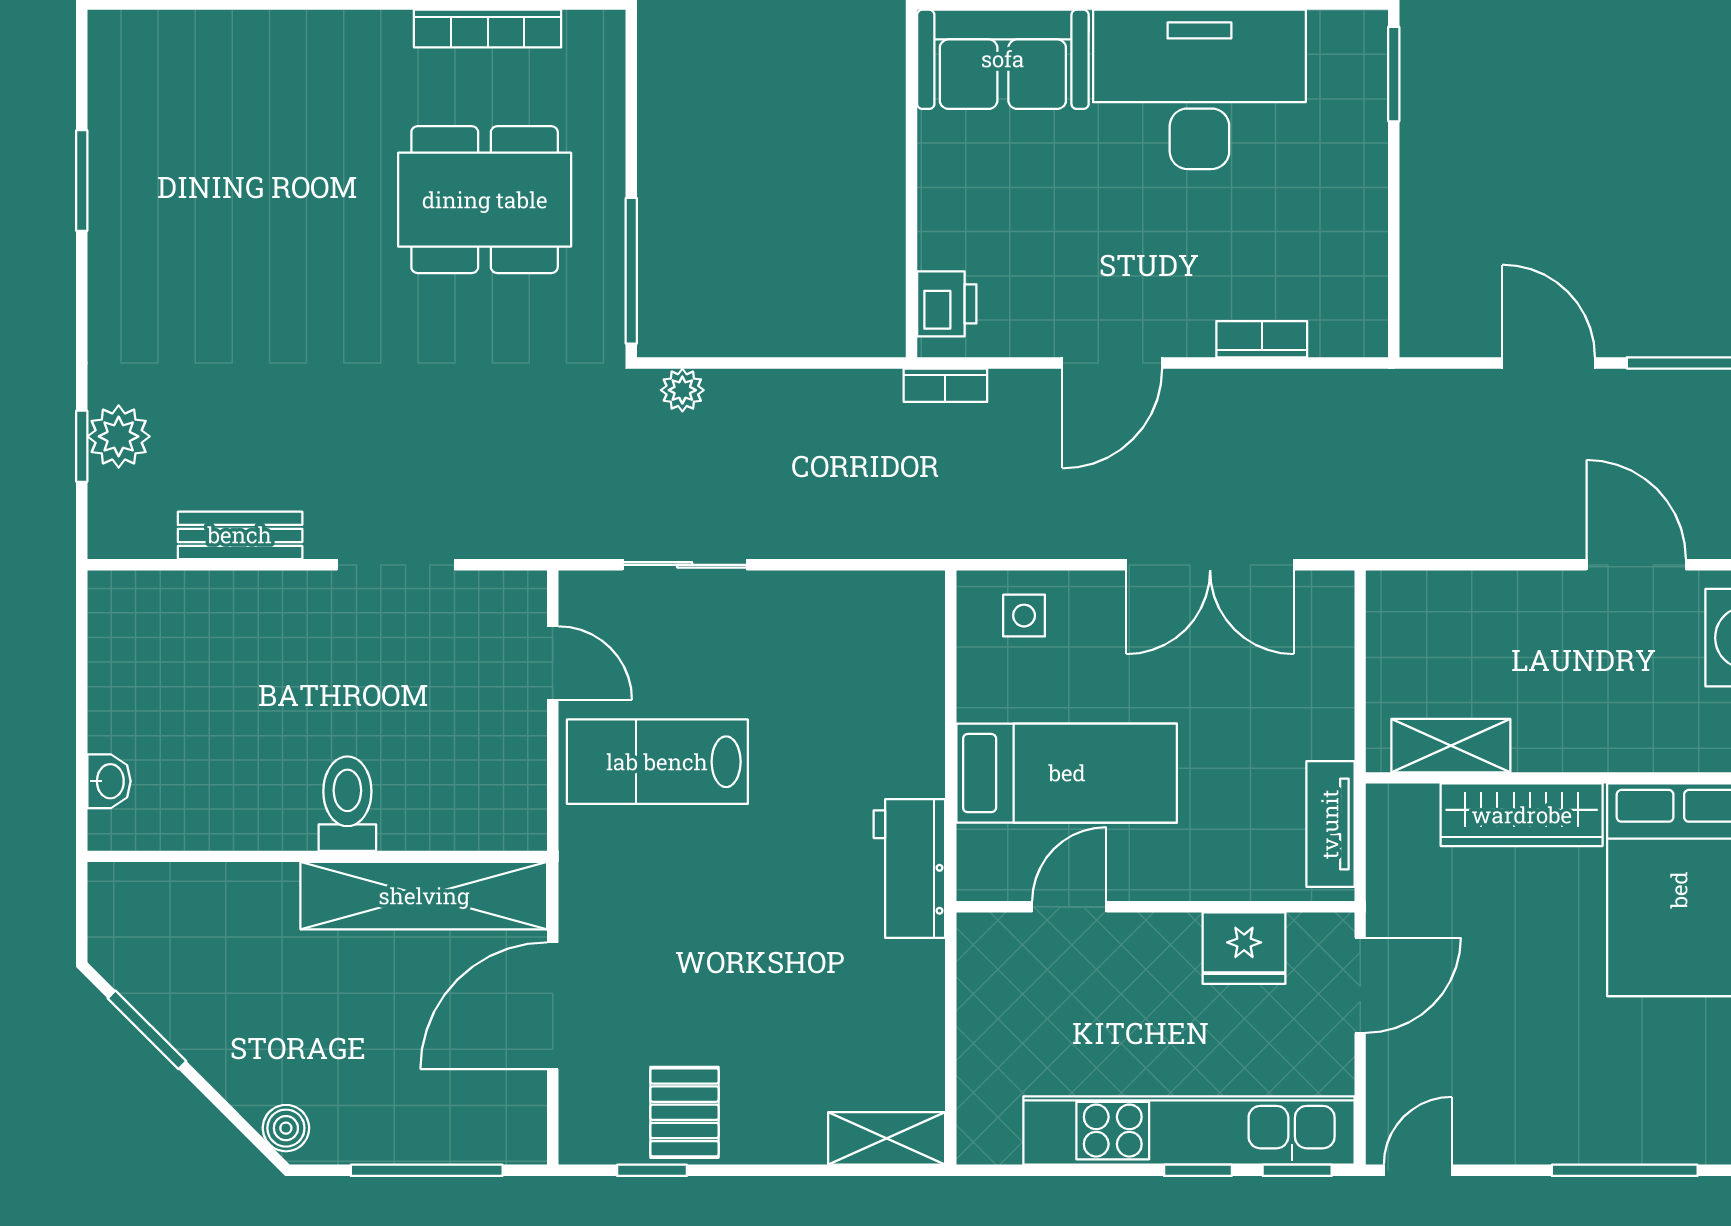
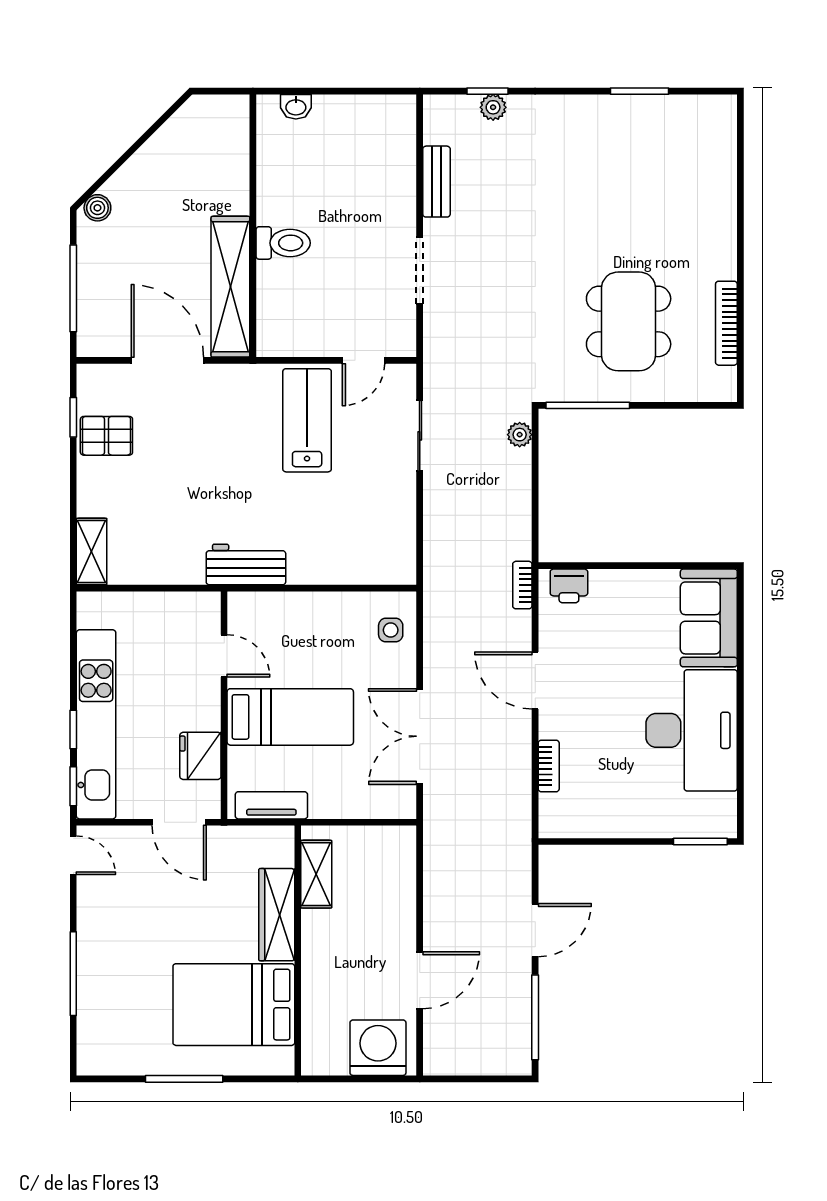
plant: (119, 436) -> (493, 107), width x0.73, depth x0.73
bed: (1067, 773) -> (290, 717), moved, turned -90
window: (147, 1030) -> (154, 128), removed

